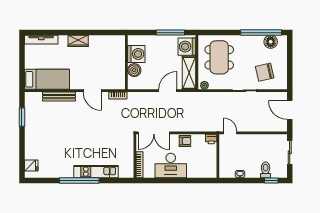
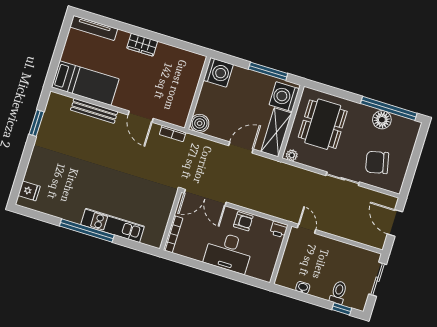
floor lamp: (271, 42) -> (382, 120), moved
washing machine: (136, 54) -> (218, 72), moved
boiler: (134, 70) -> (200, 123), moved
desk: (171, 165) -> (228, 252), moved

